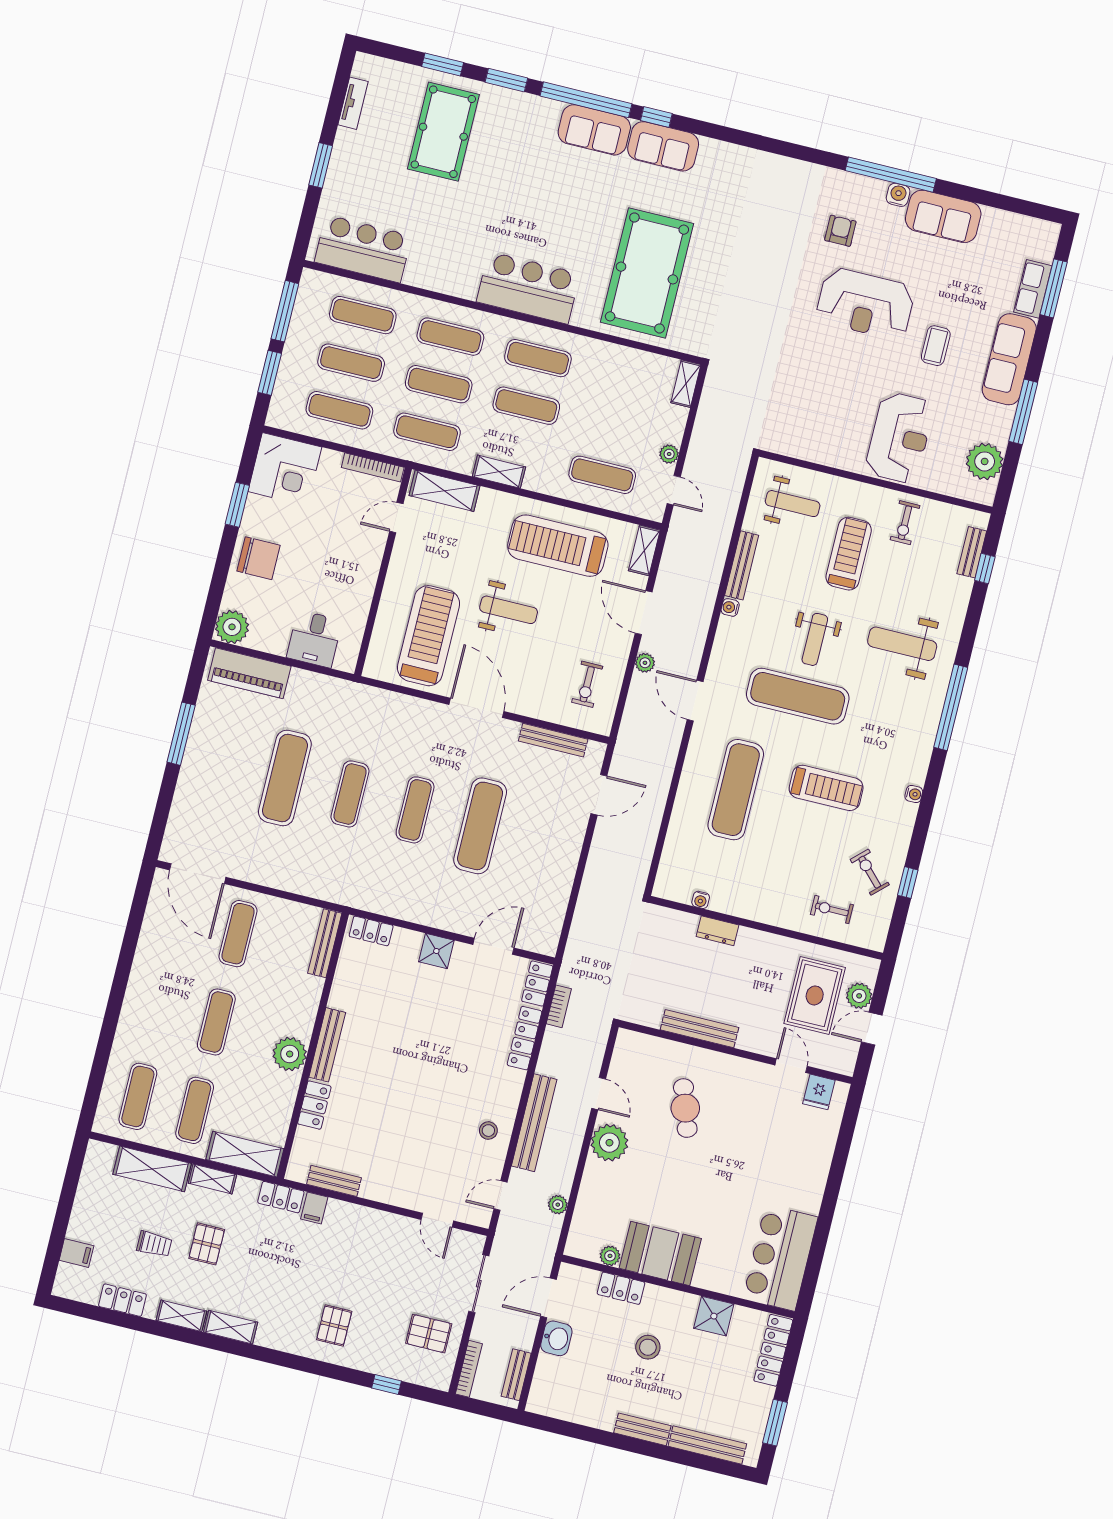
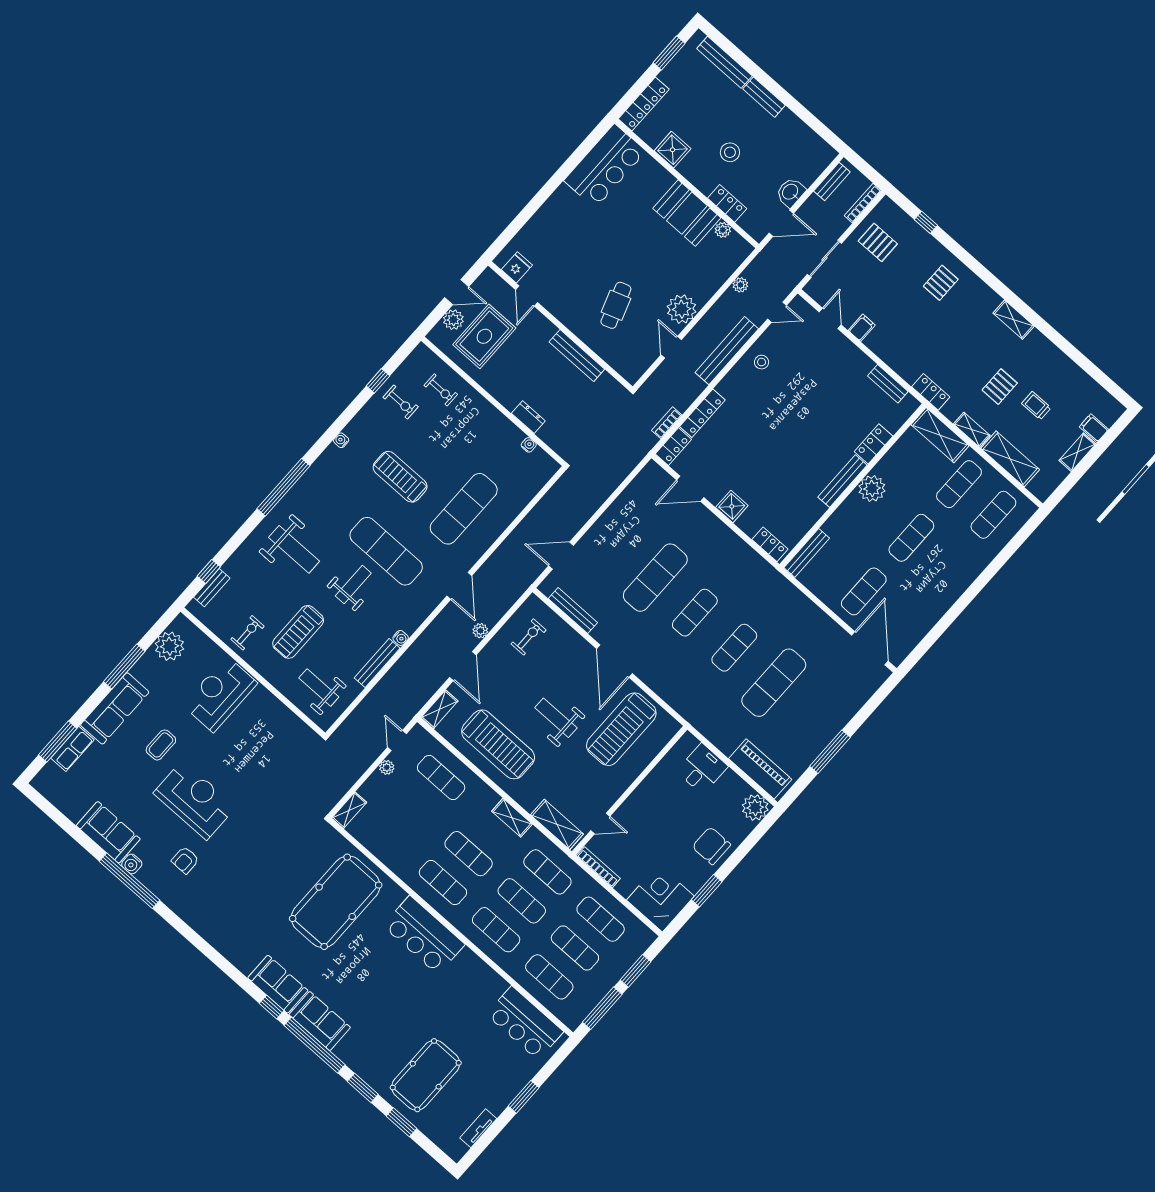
exercise bike: (870, 872) -> (401, 402), turned -46
filing cabinet: (314, 1208) -> (862, 328), moved
locker: (122, 1300) -> (1079, 378), removed
shelving: (181, 1316) -> (1077, 452), moved, turned 90

